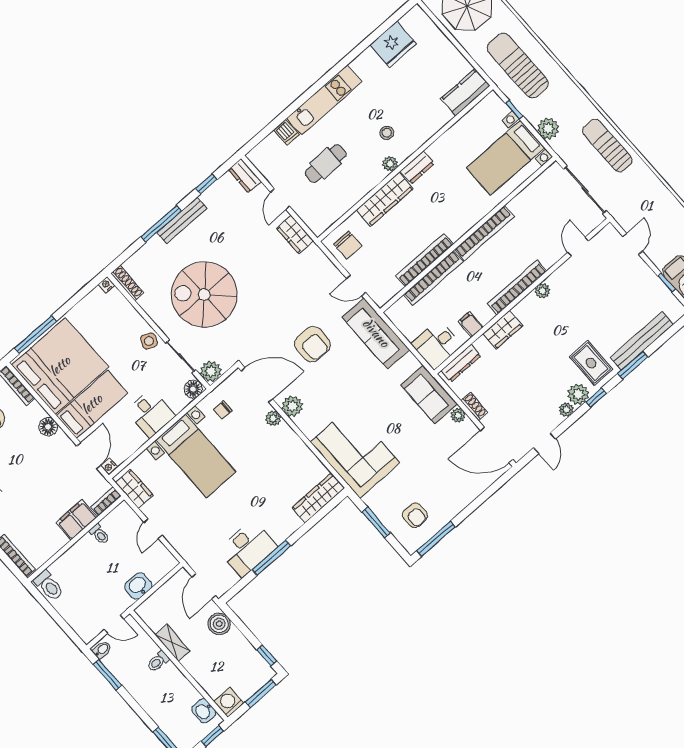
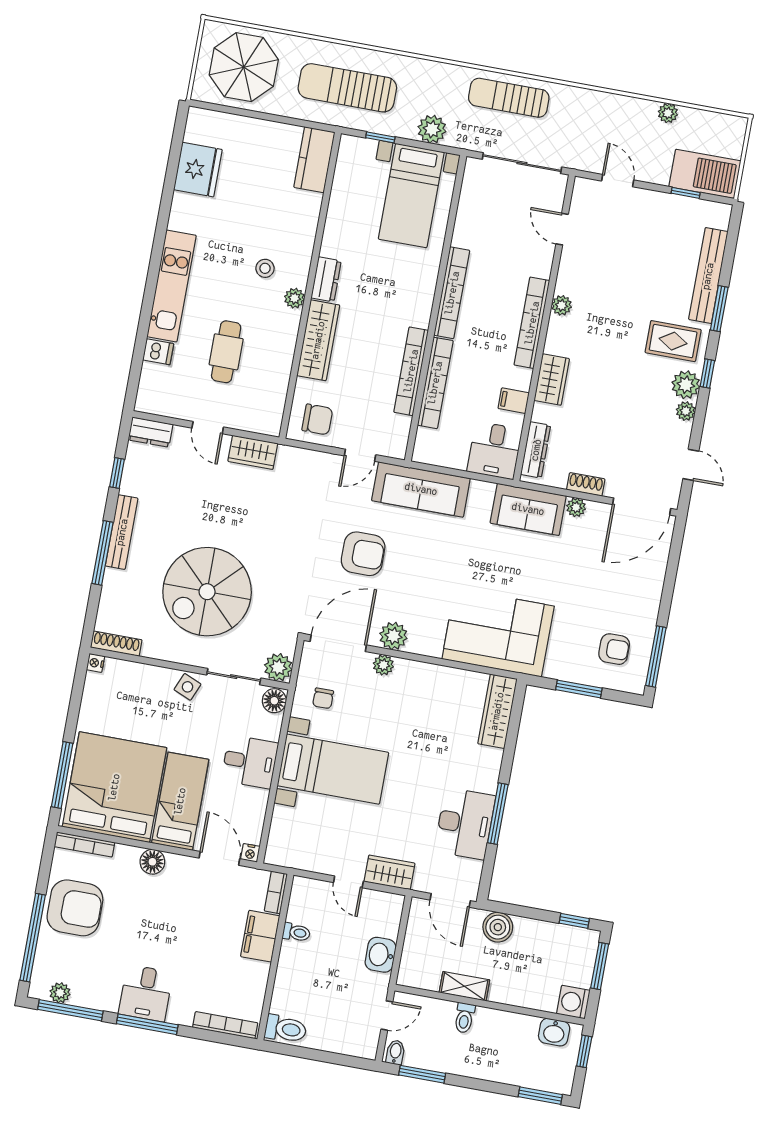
wardrobe: (134, 489) -> (389, 872), moved

